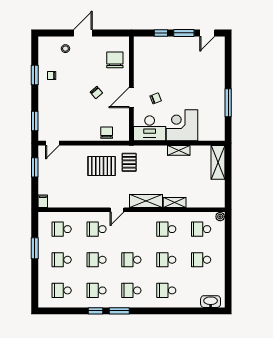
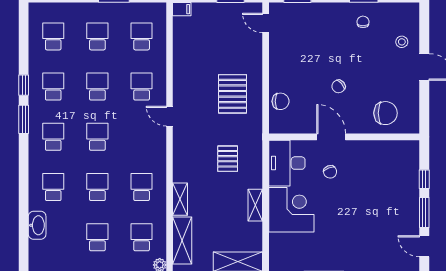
pallet: (129, 162) -> (228, 159), moved, turned 90
shelving: (146, 201) -> (182, 240), moved
washbasin: (211, 302) -> (37, 225), moved

